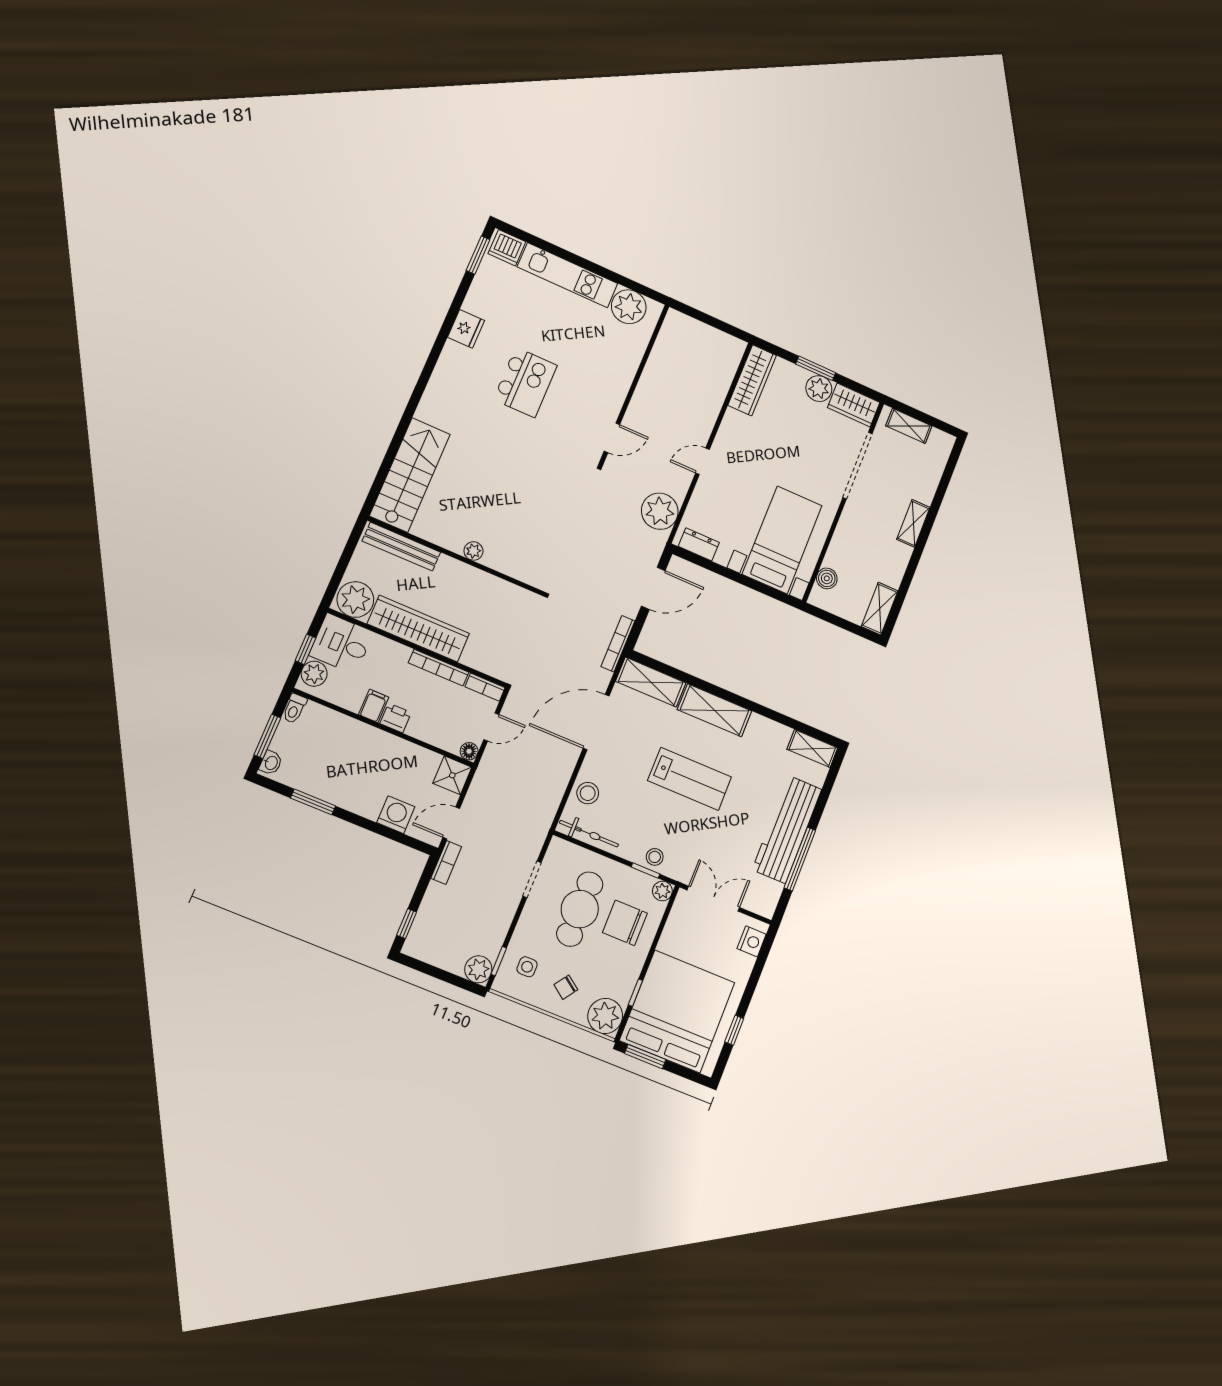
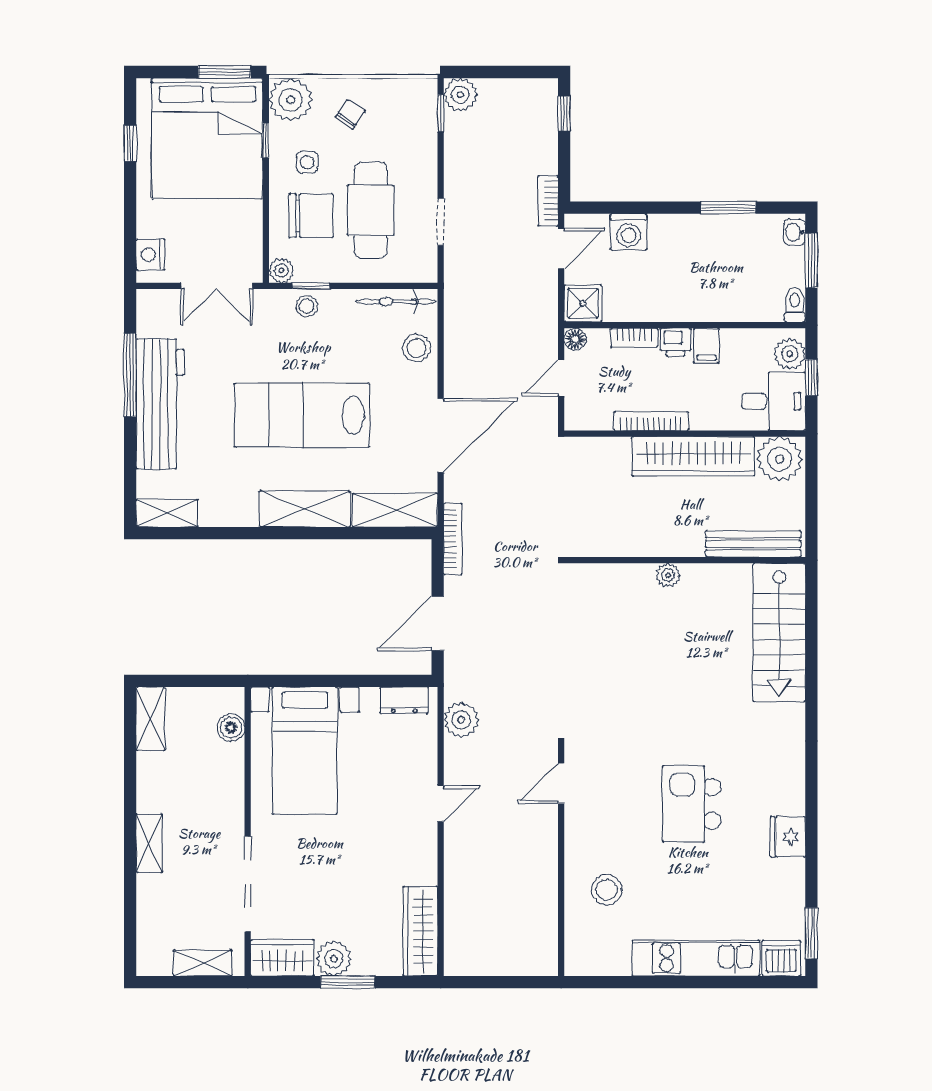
plant: (629, 307) -> (607, 953), removed
stool: (611, 350) -> (607, 890), added
plant: (660, 511) -> (461, 720), width x0.73, depth x0.73
bookcase: (485, 687) -> (634, 338), moved, turned 180
lab bench: (690, 779) -> (302, 415), width x1.36, depth x1.39
side table: (527, 967) -> (307, 162), moved

